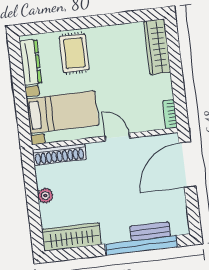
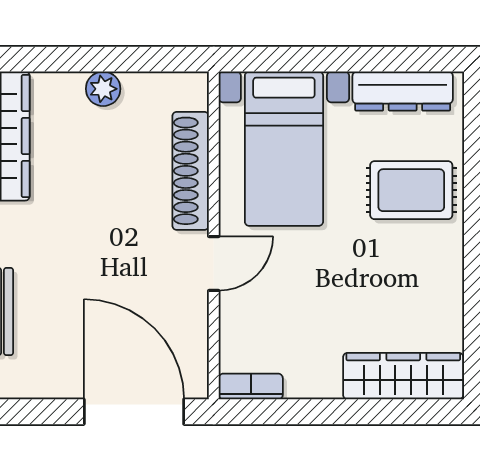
shoe rack: (59, 154) -> (191, 171), moved

